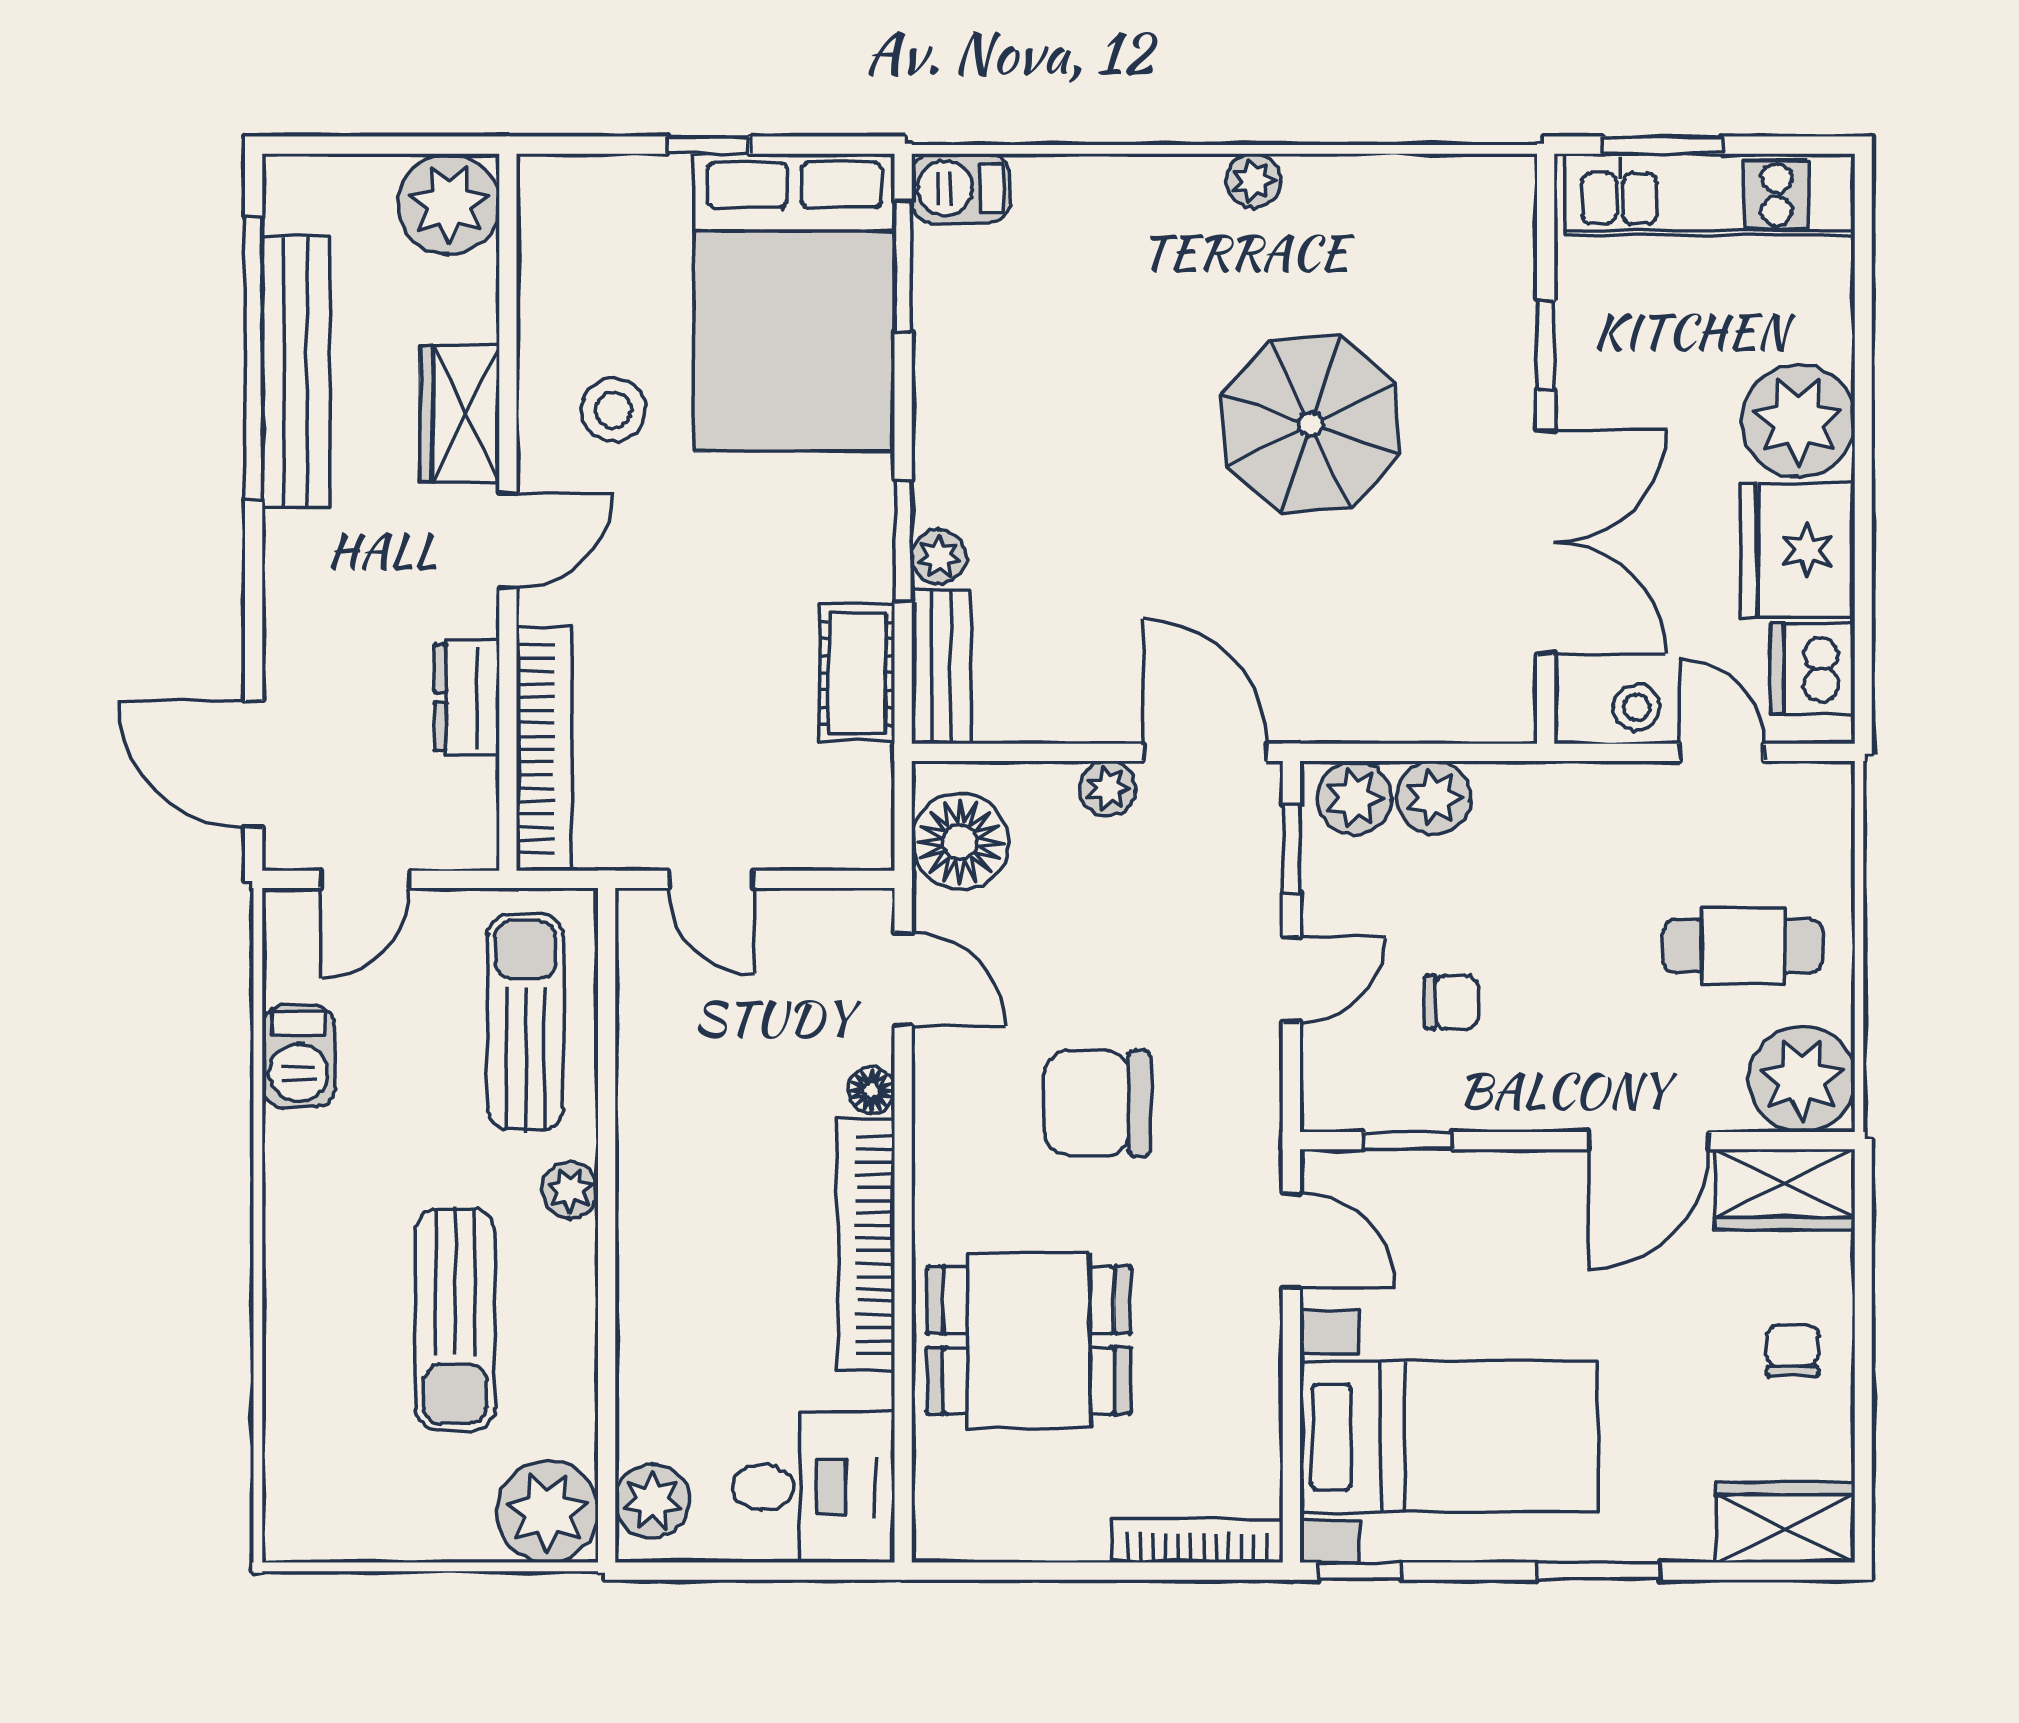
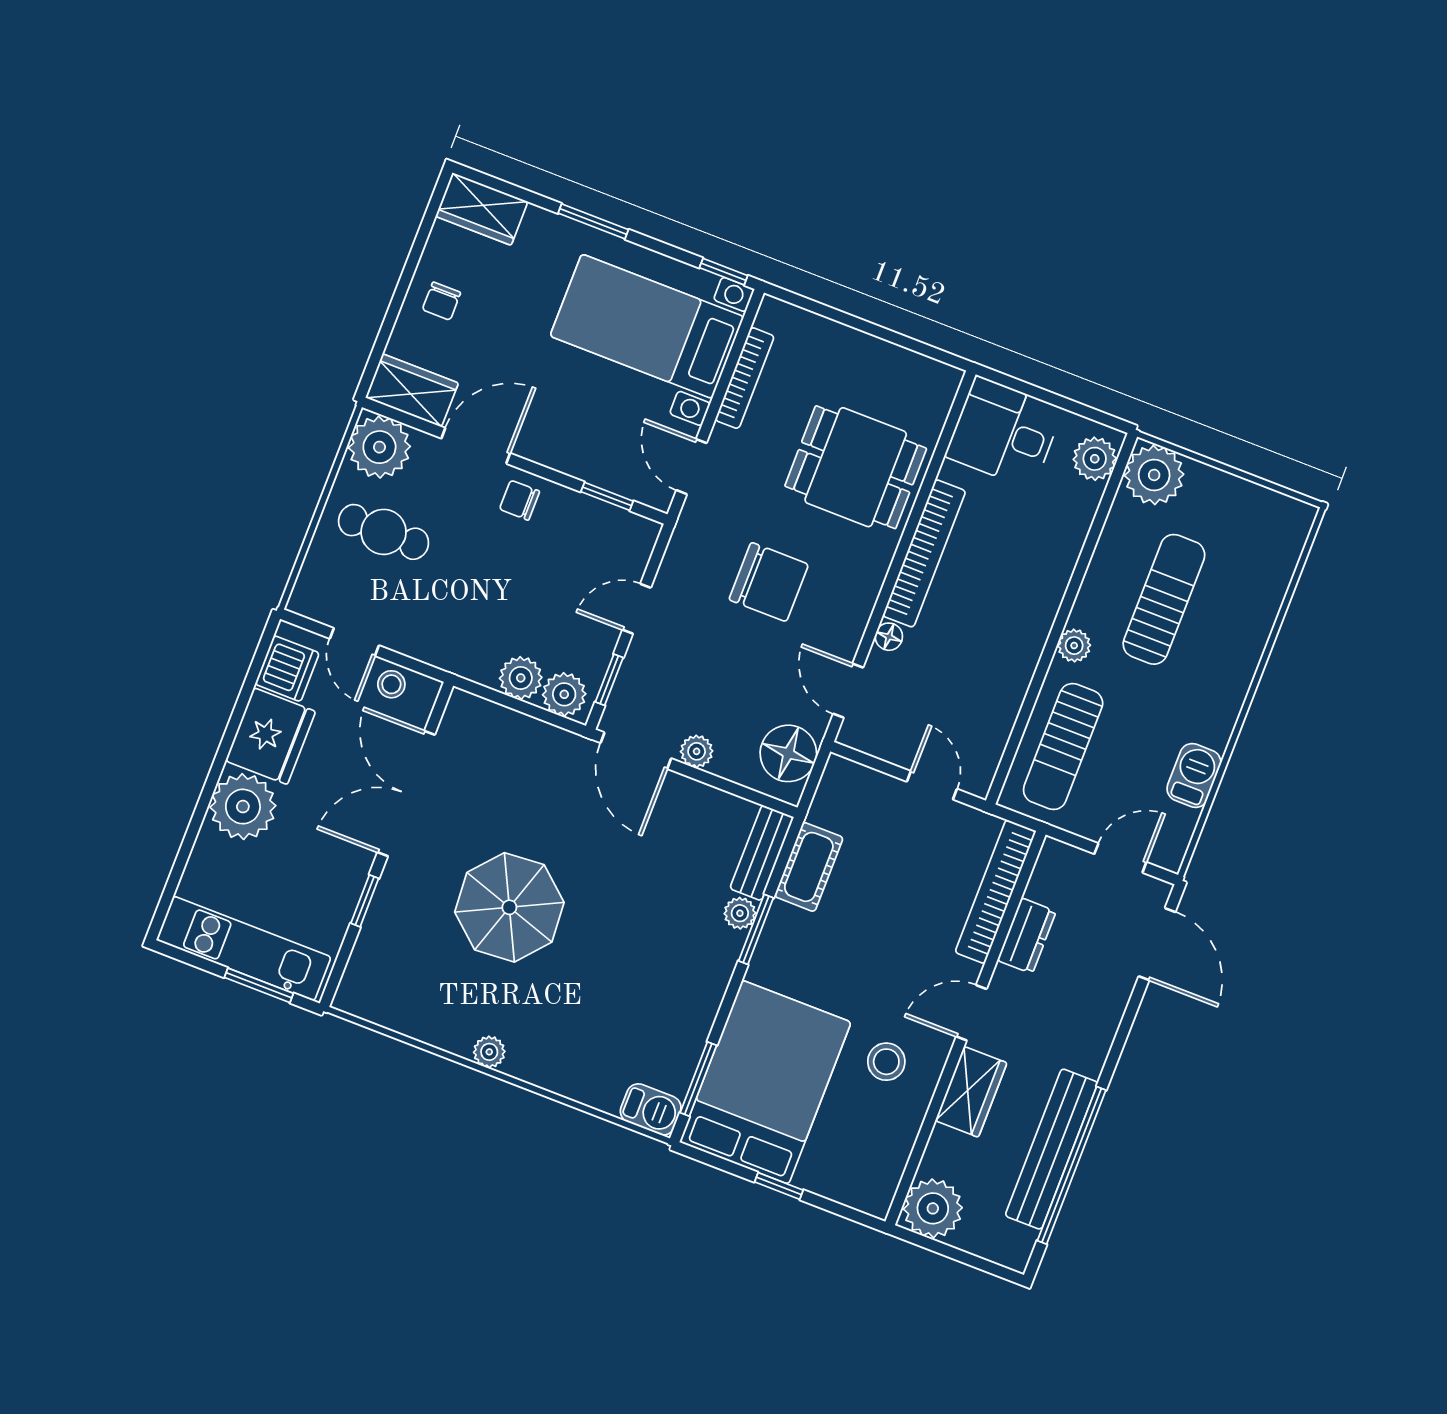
chair: (1451, 1002) -> (520, 500), moved
bookcase: (1197, 1541) -> (745, 378), moved, turned -90

